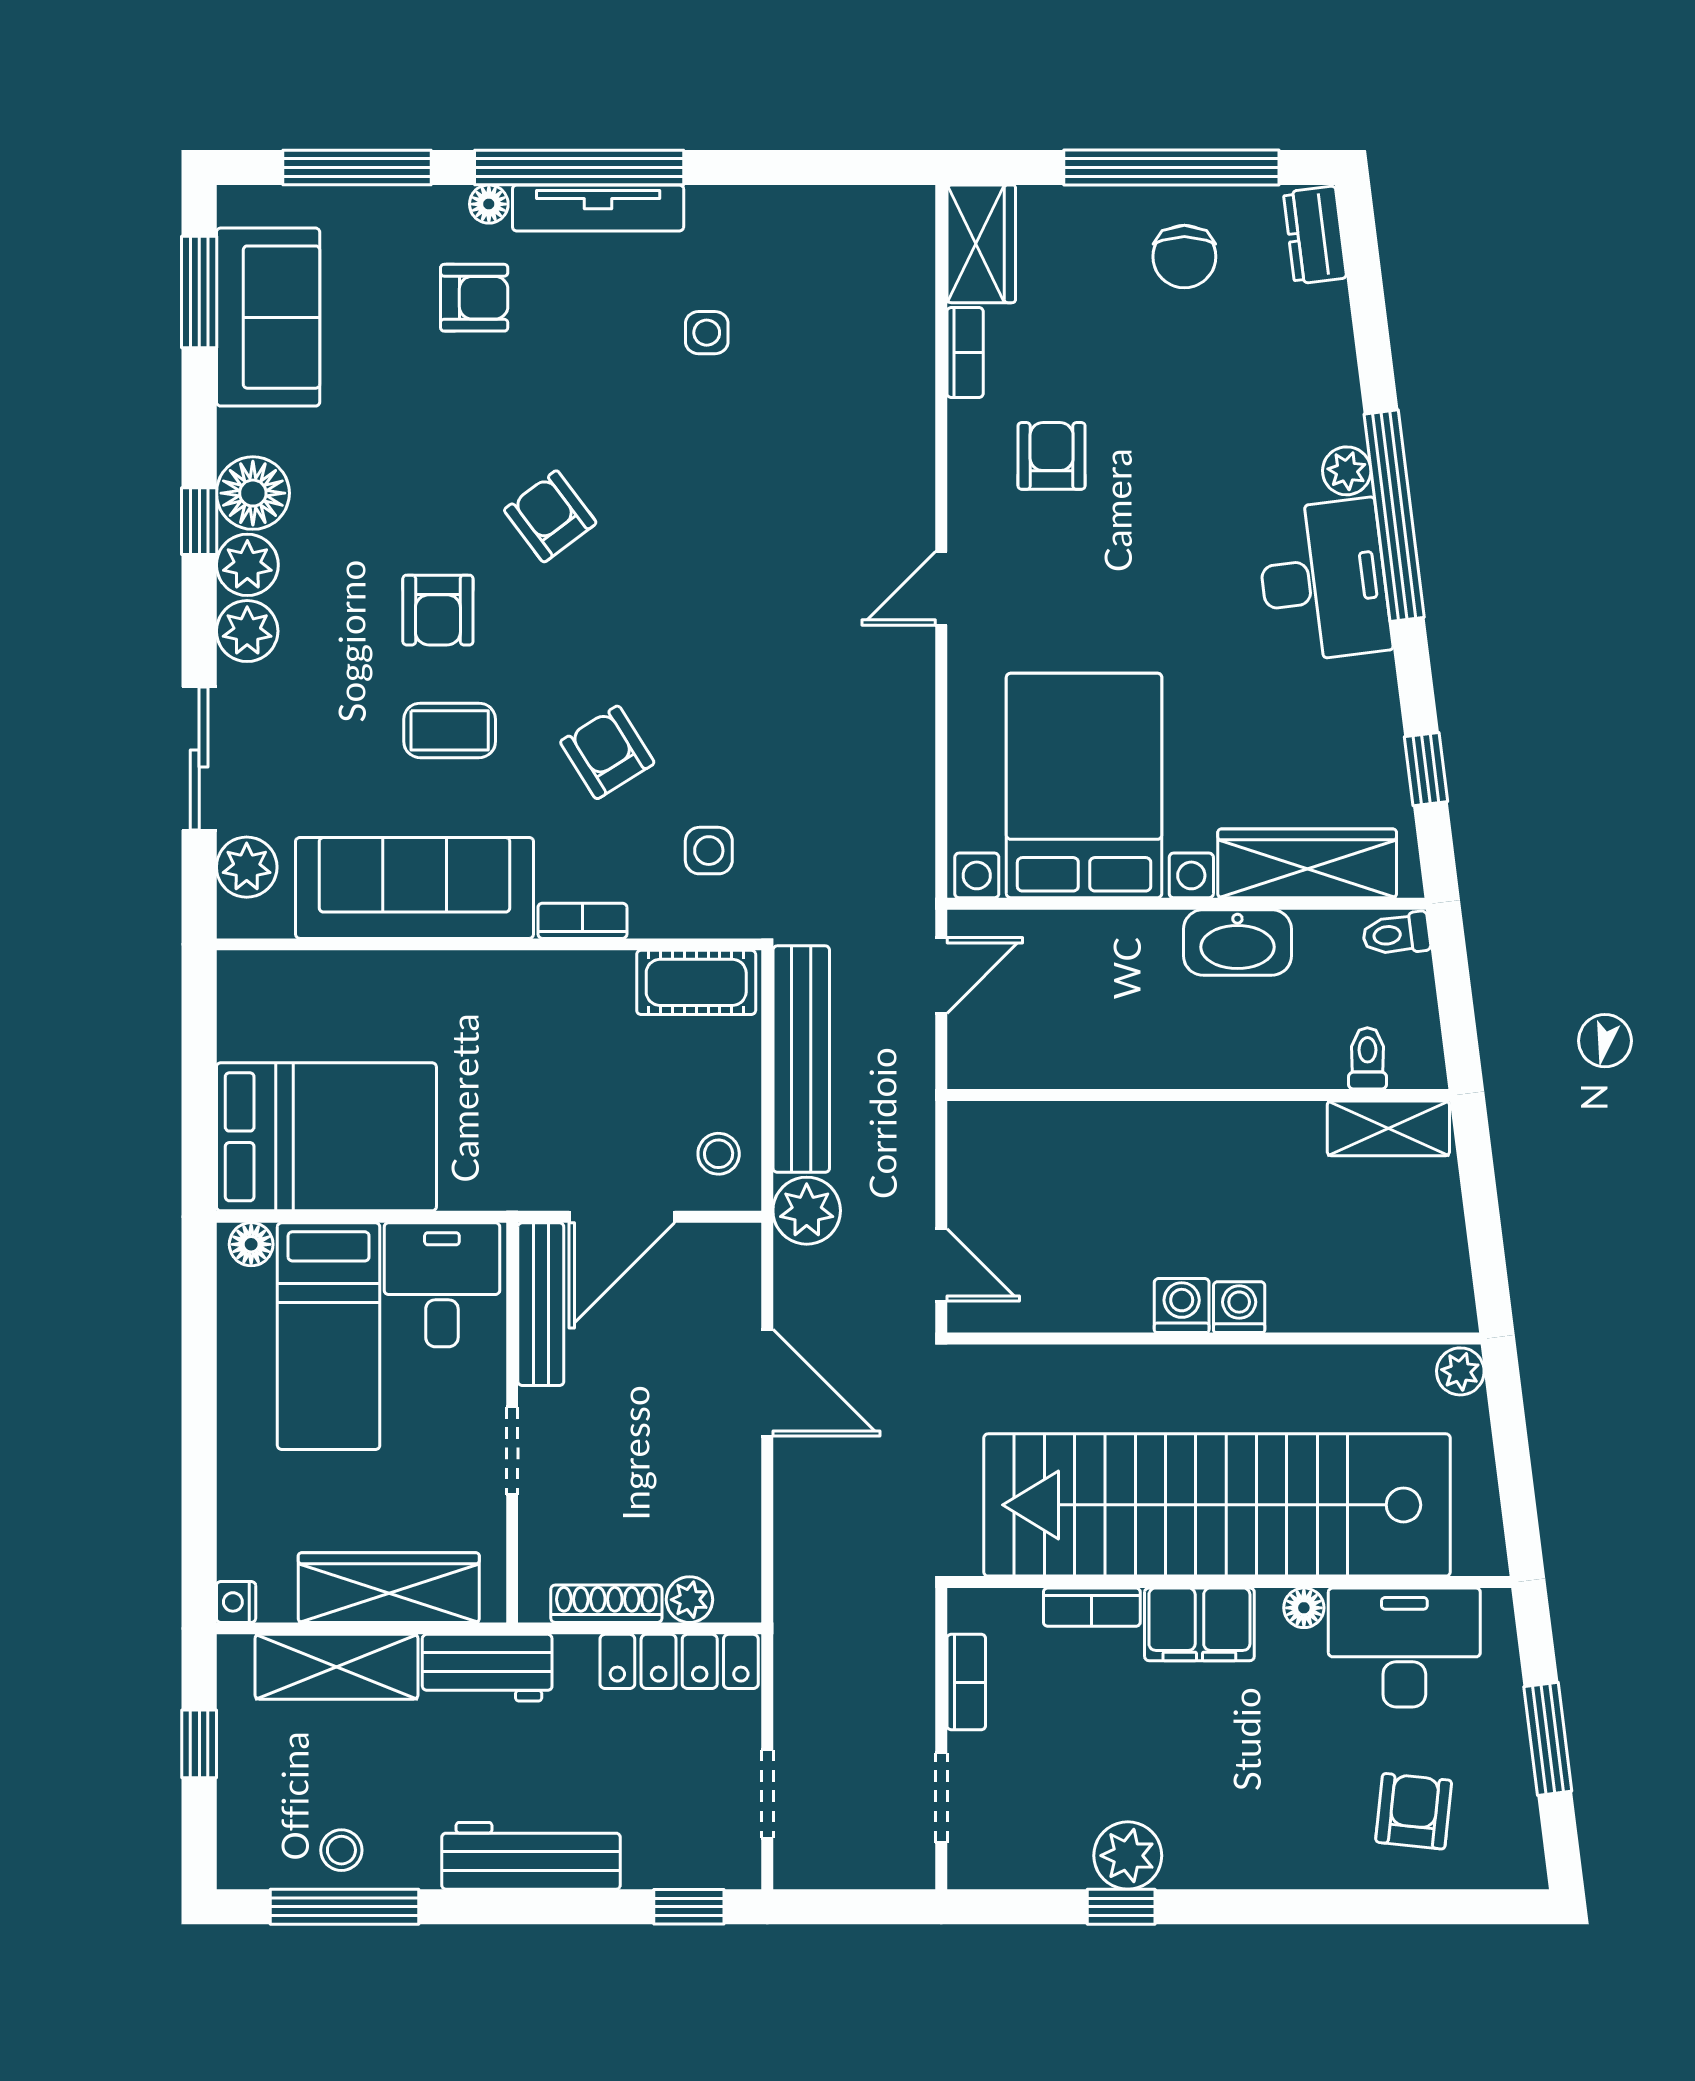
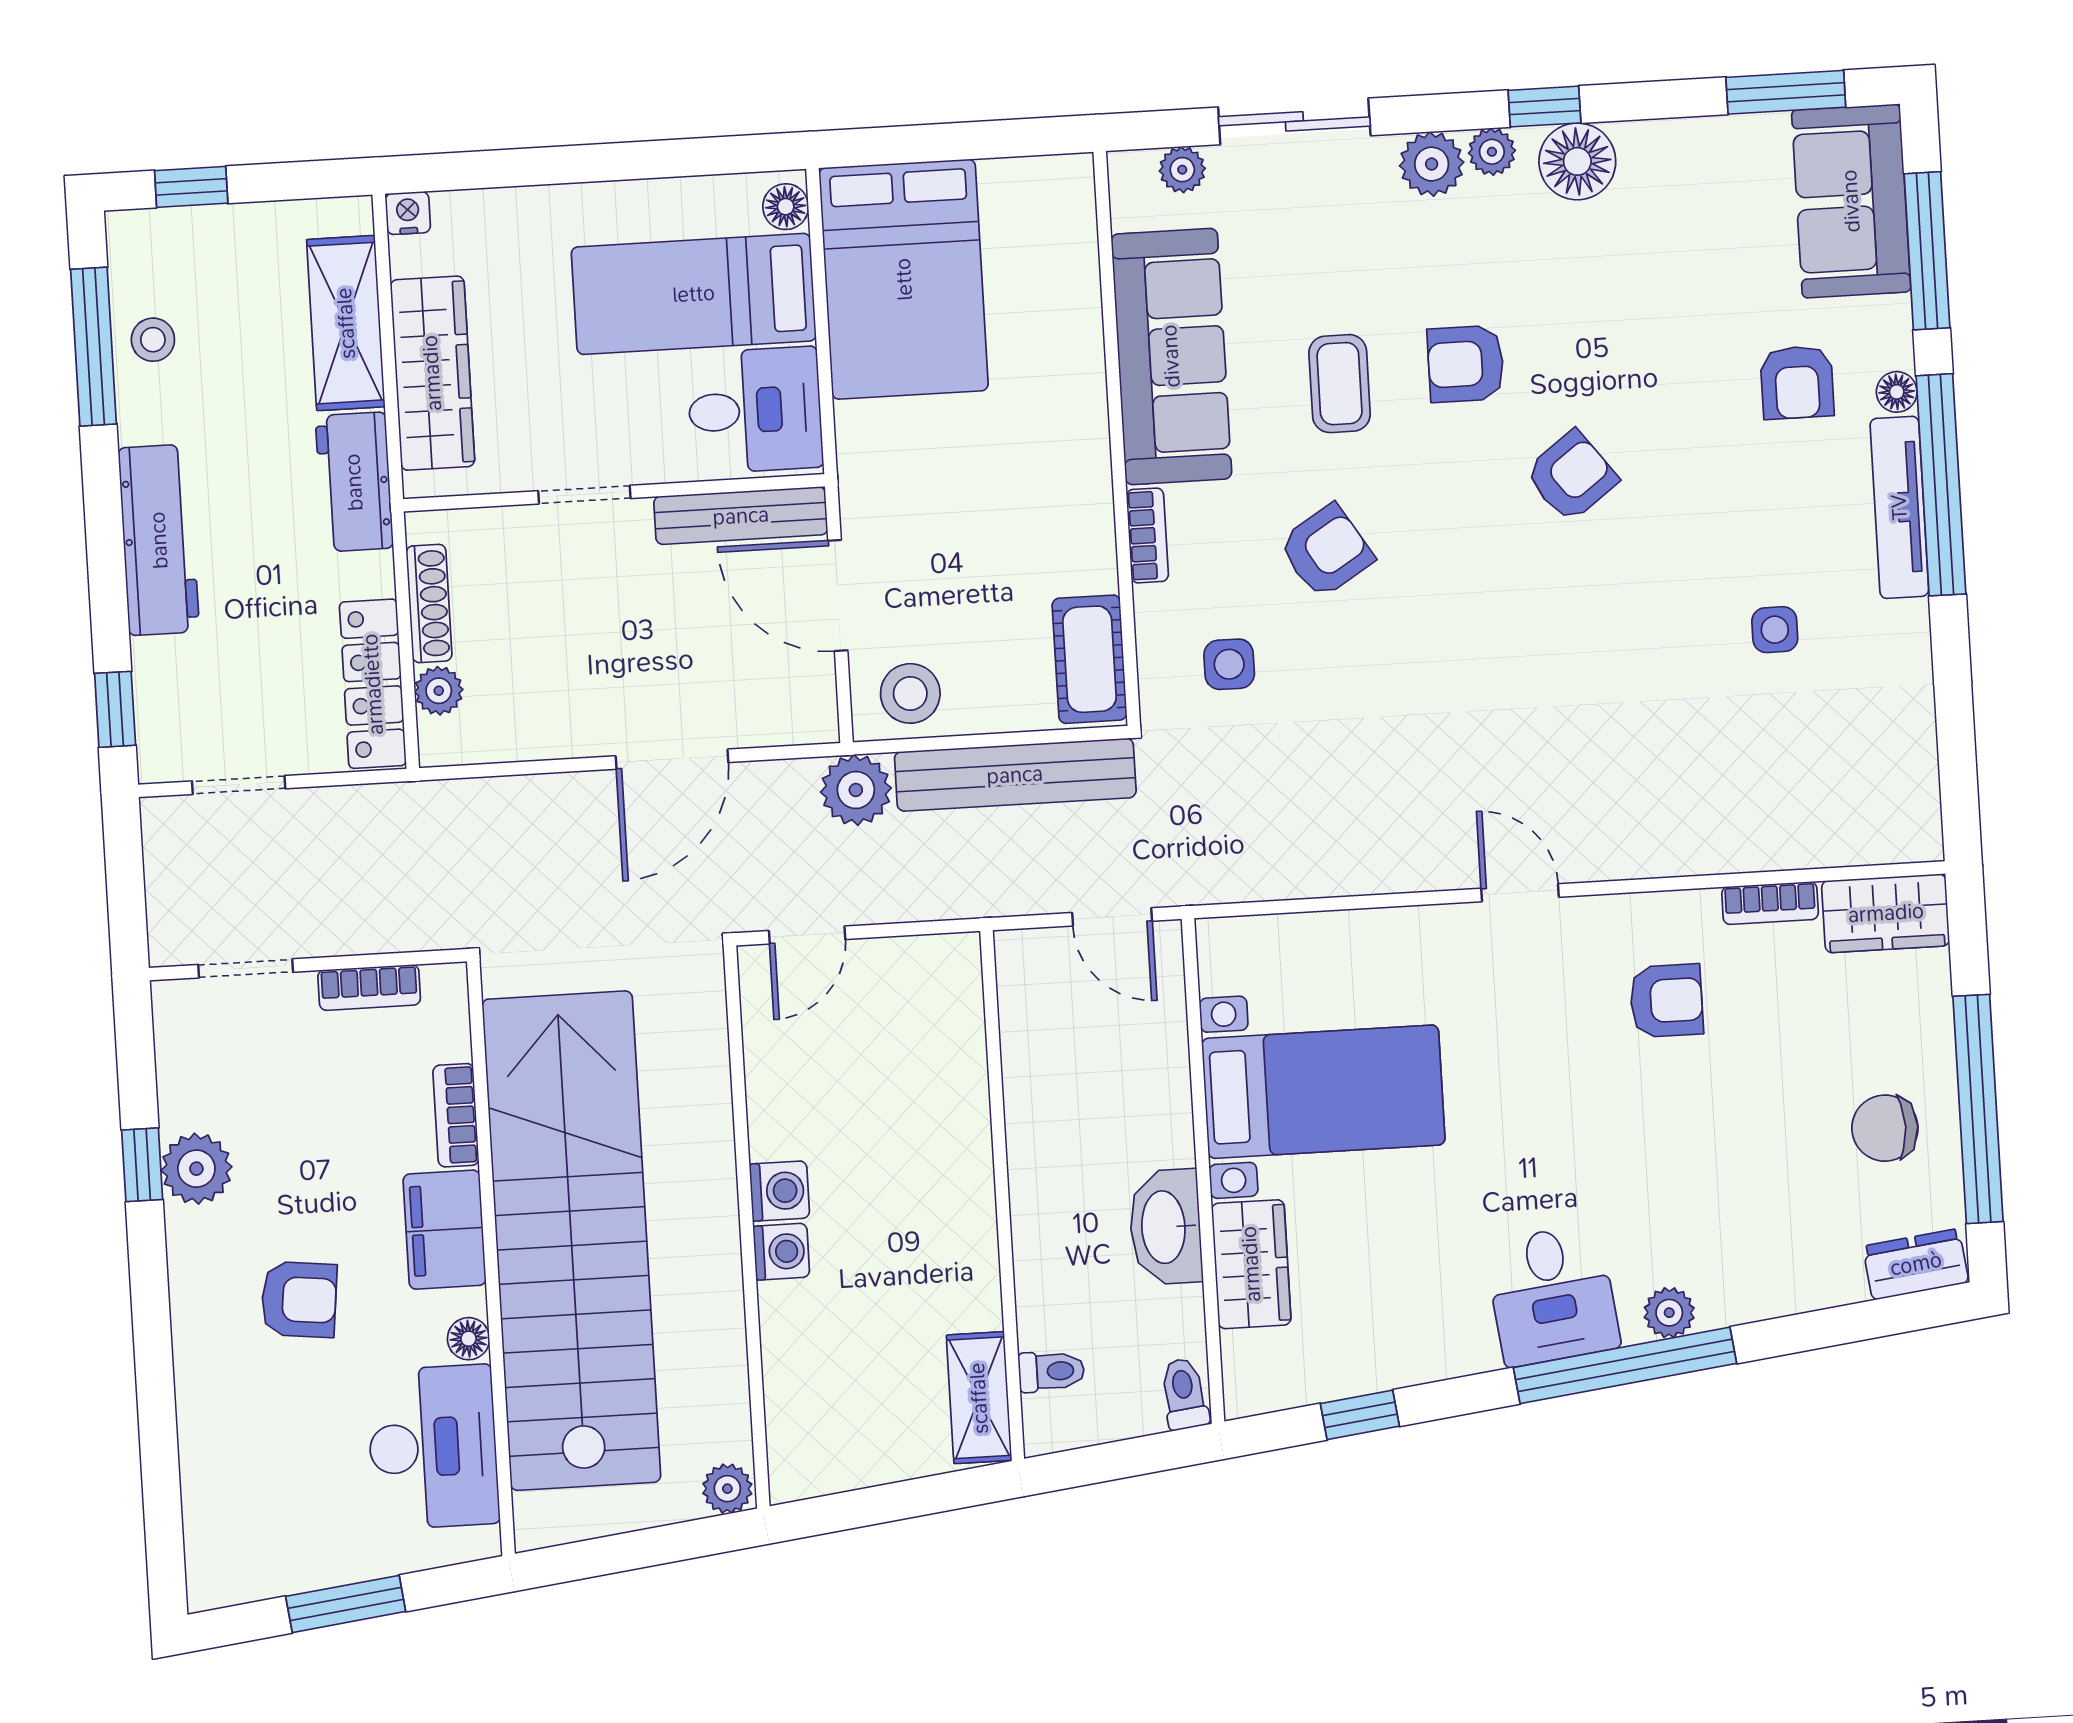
sofa: (268, 317) -> (1851, 201), moved, turned 90
plant: (247, 565) -> (1492, 152), width x0.73, depth x0.73
desk: (1324, 581) -> (1552, 1295), width x0.73
bed with nightstands: (1084, 786) -> (1323, 1092), width x0.73
wardrobe: (1307, 863) -> (1251, 1264), width x0.67
plant: (247, 867) -> (1182, 170), width x0.73, depth x0.73
stool: (719, 1154) -> (910, 693), width x1.37, depth x1.37
window: (199, 1744) -> (191, 187), moved
armchair: (1414, 1811) -> (299, 1300), moved

